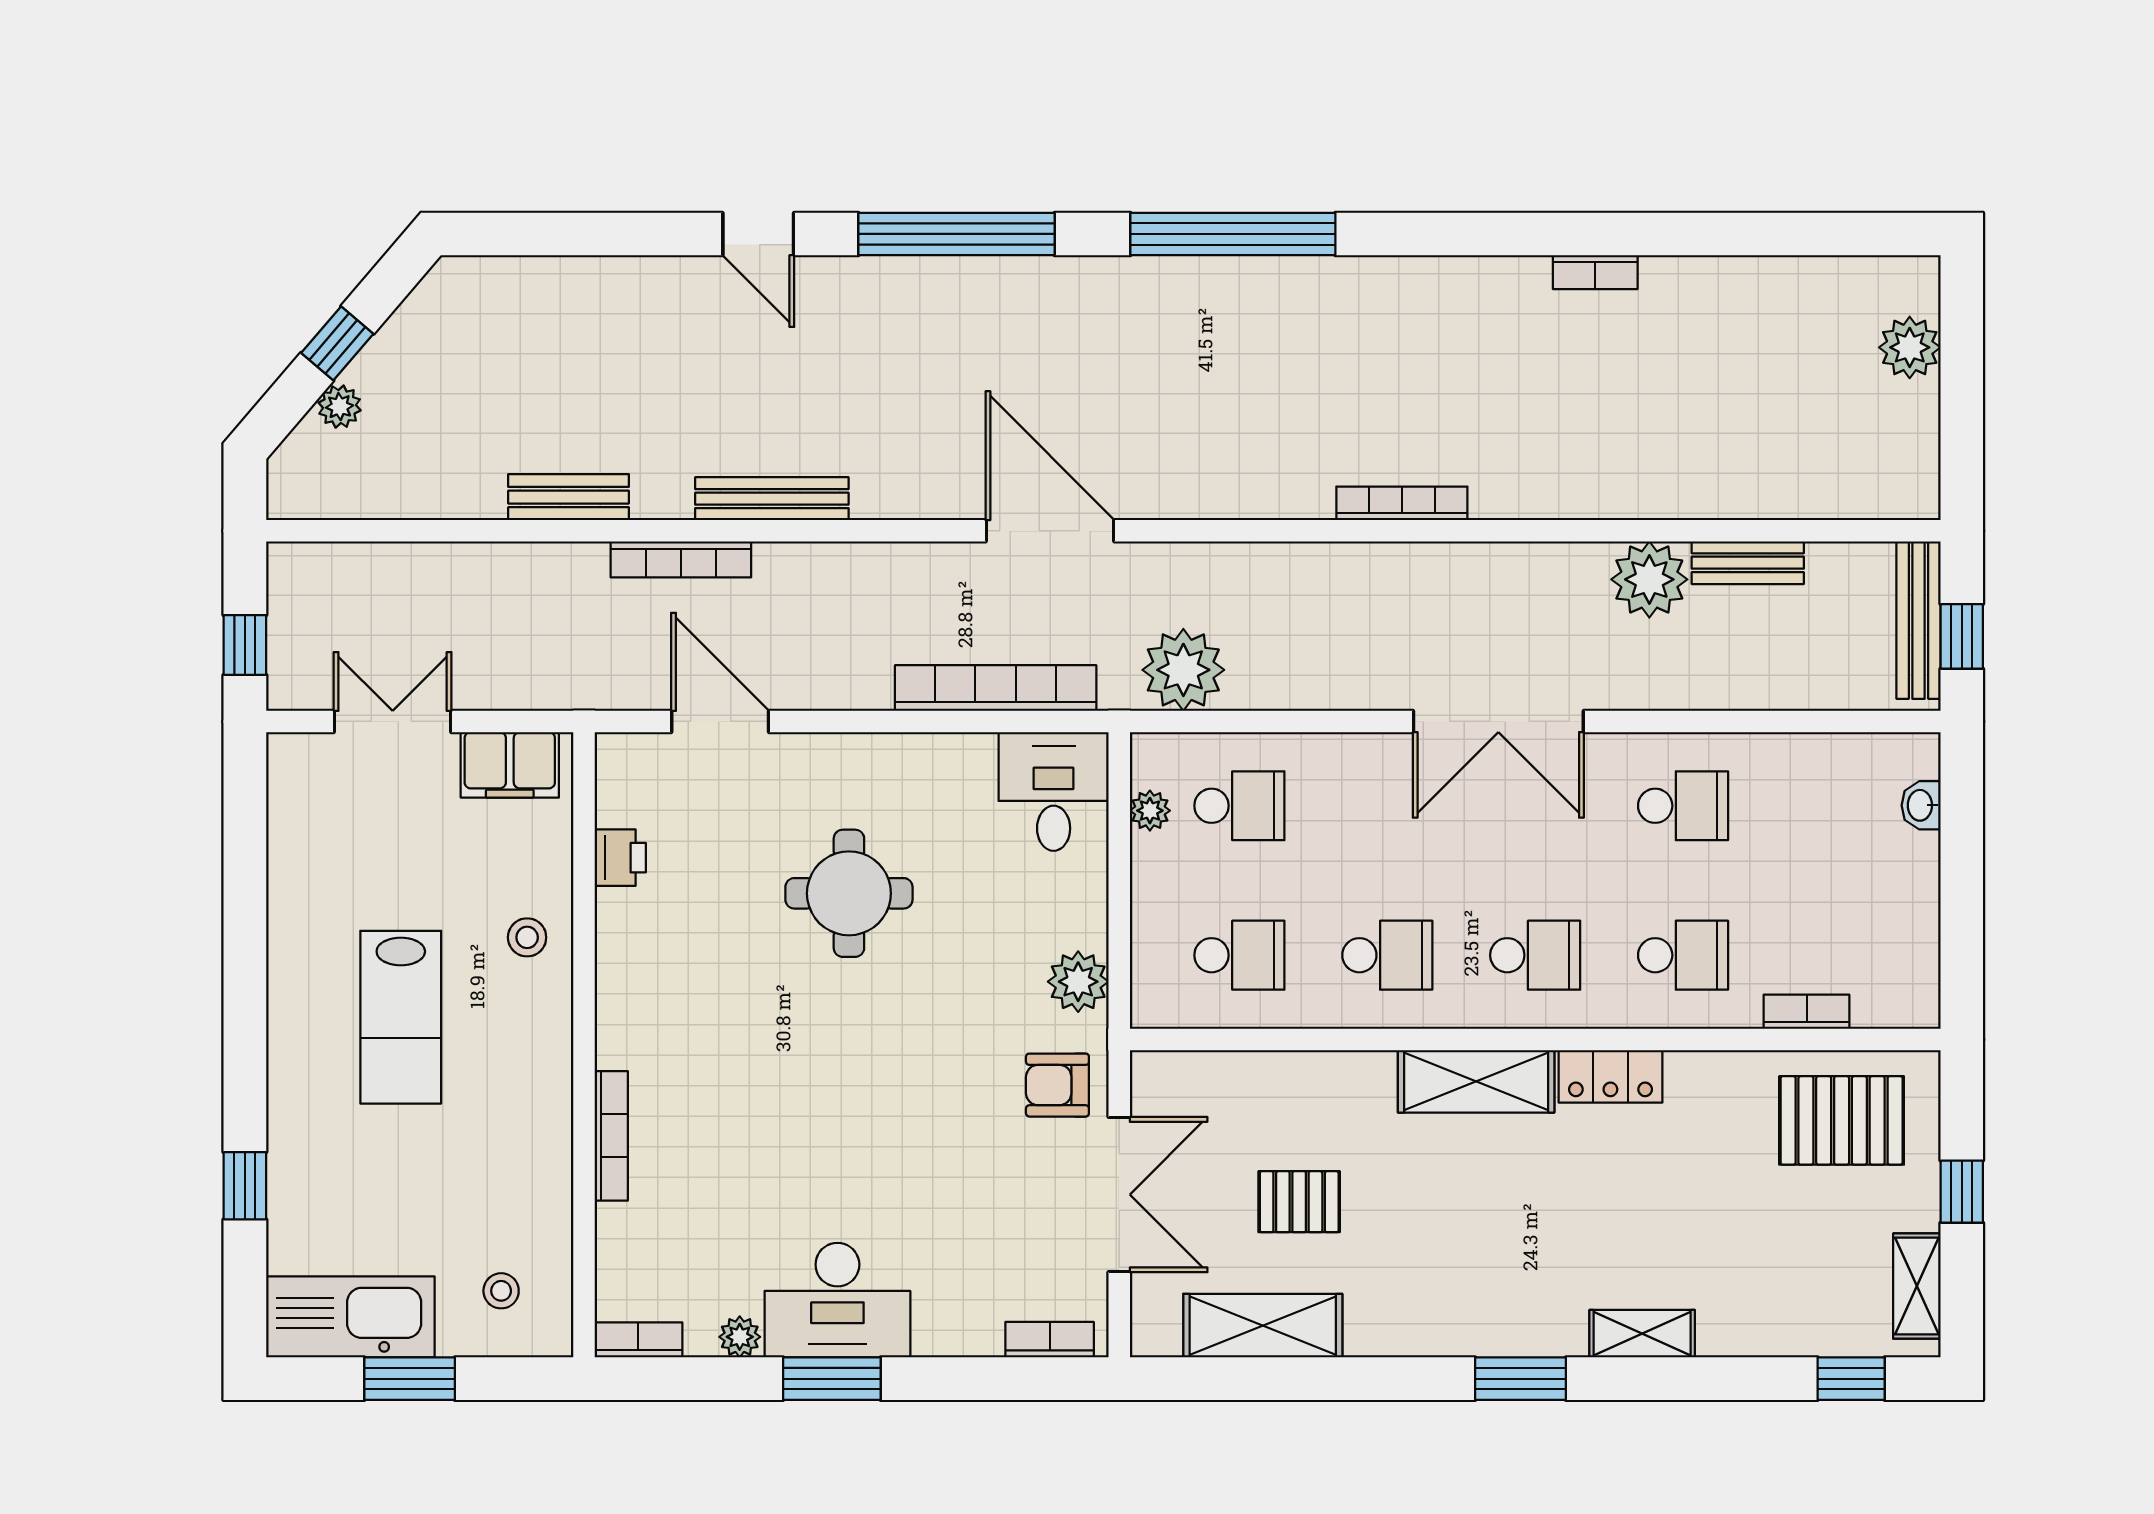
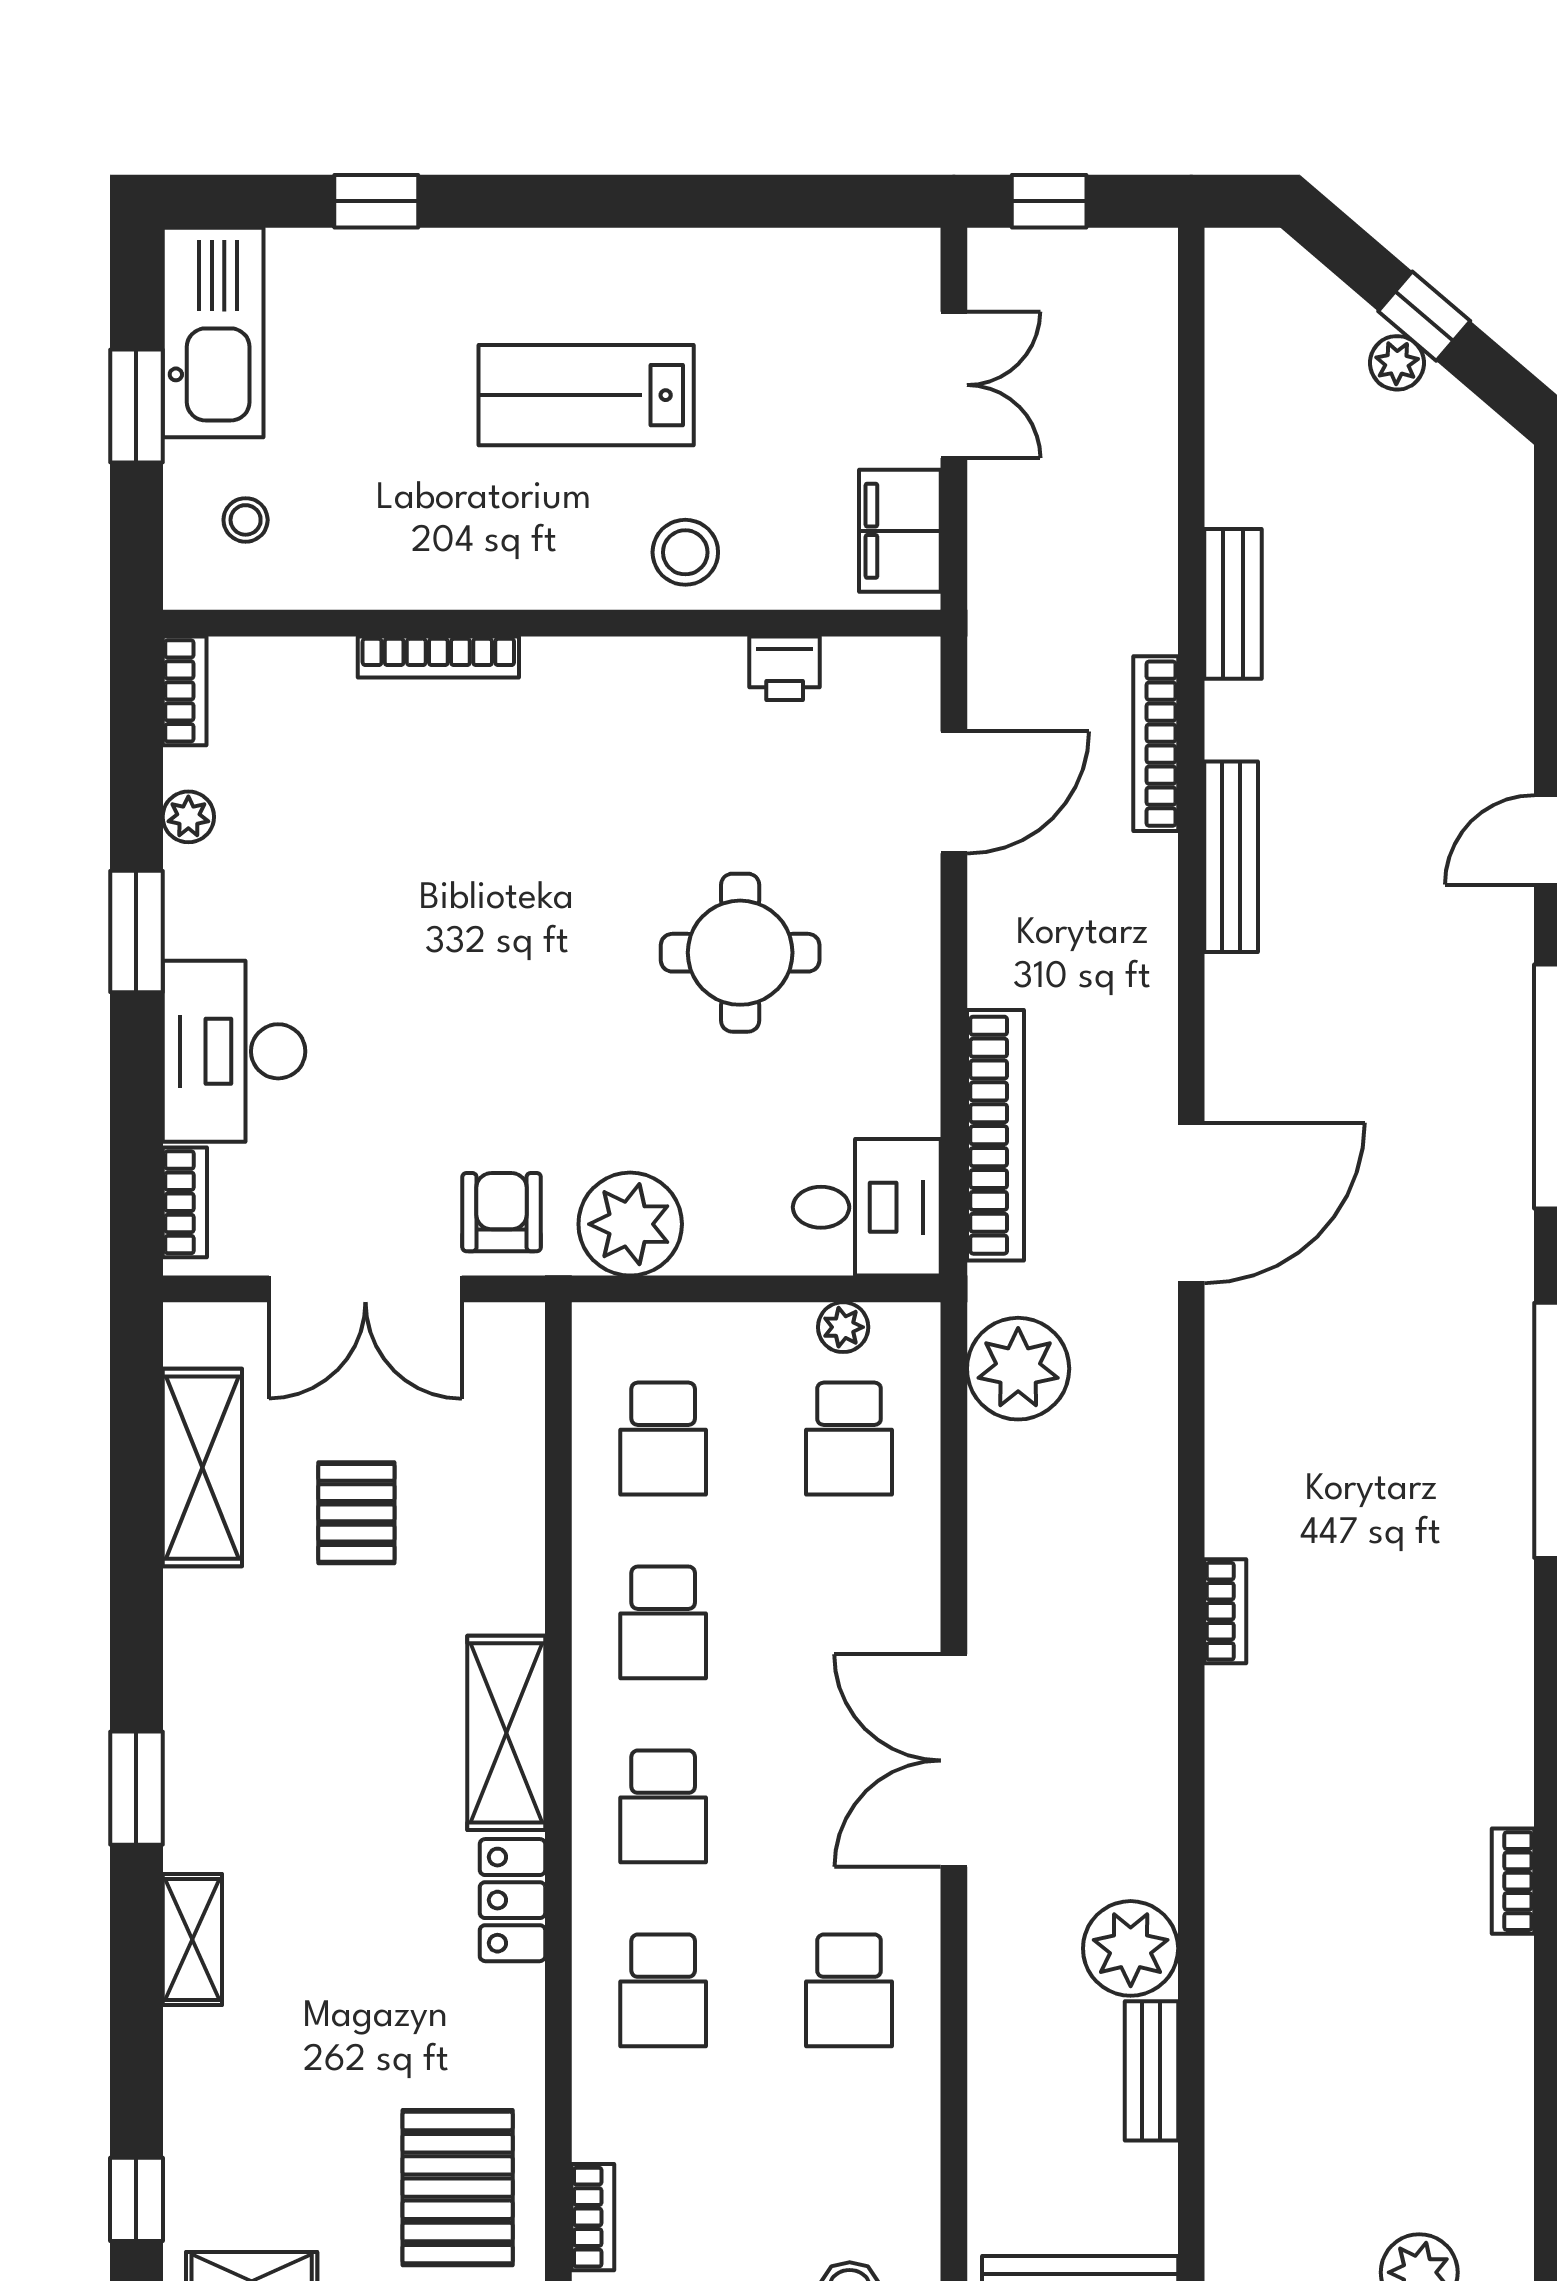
plant: (340, 407) -> (1397, 363), moved
bookcase: (1402, 503) -> (1225, 1611), width x0.64
stool: (527, 937) -> (685, 552), width x1.37, depth x1.37
plant: (1078, 982) -> (630, 1224), width x1.36, depth x1.36
bookcase: (1807, 1012) -> (593, 2217), moved
desk: (837, 1300) -> (234, 1051), moved

